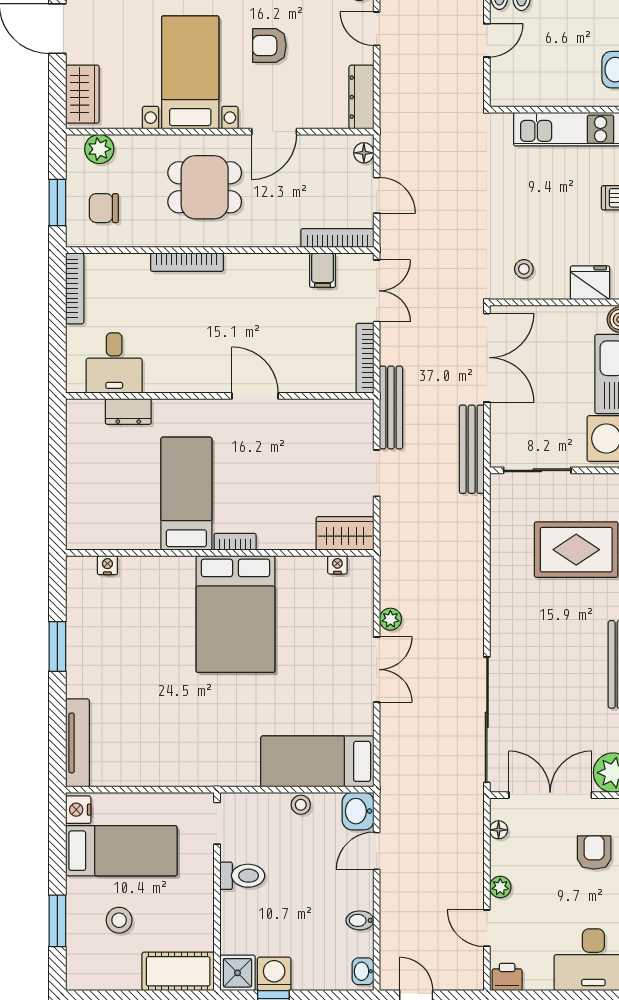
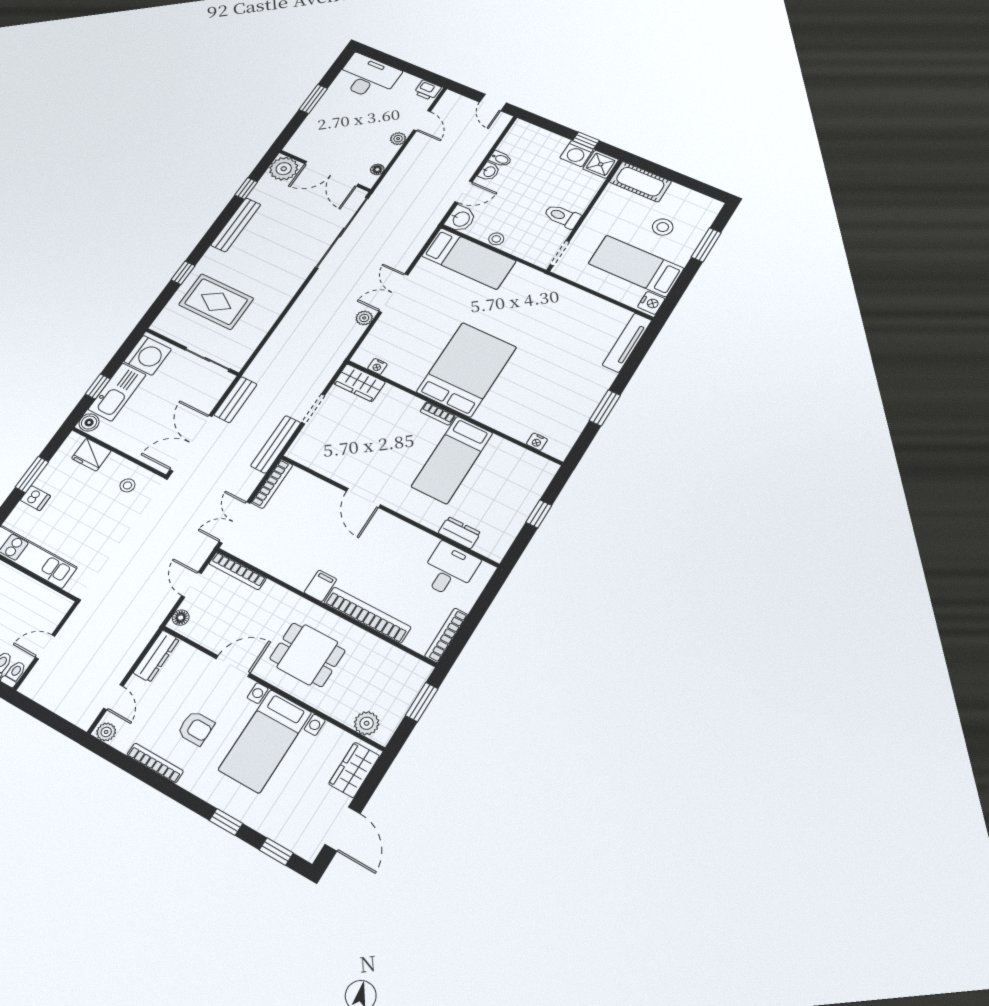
chair: (104, 208) -> (390, 680), removed
bookcase: (187, 262) -> (367, 615), width x1.48, depth x1.31
filing cabinet: (323, 270) -> (320, 586), moved
bench: (472, 449) -> (235, 400), width x0.73
window: (57, 479) -> (539, 514), added
armchair: (594, 852) -> (326, 132), removed
washbasin: (363, 971) -> (489, 172), moved

